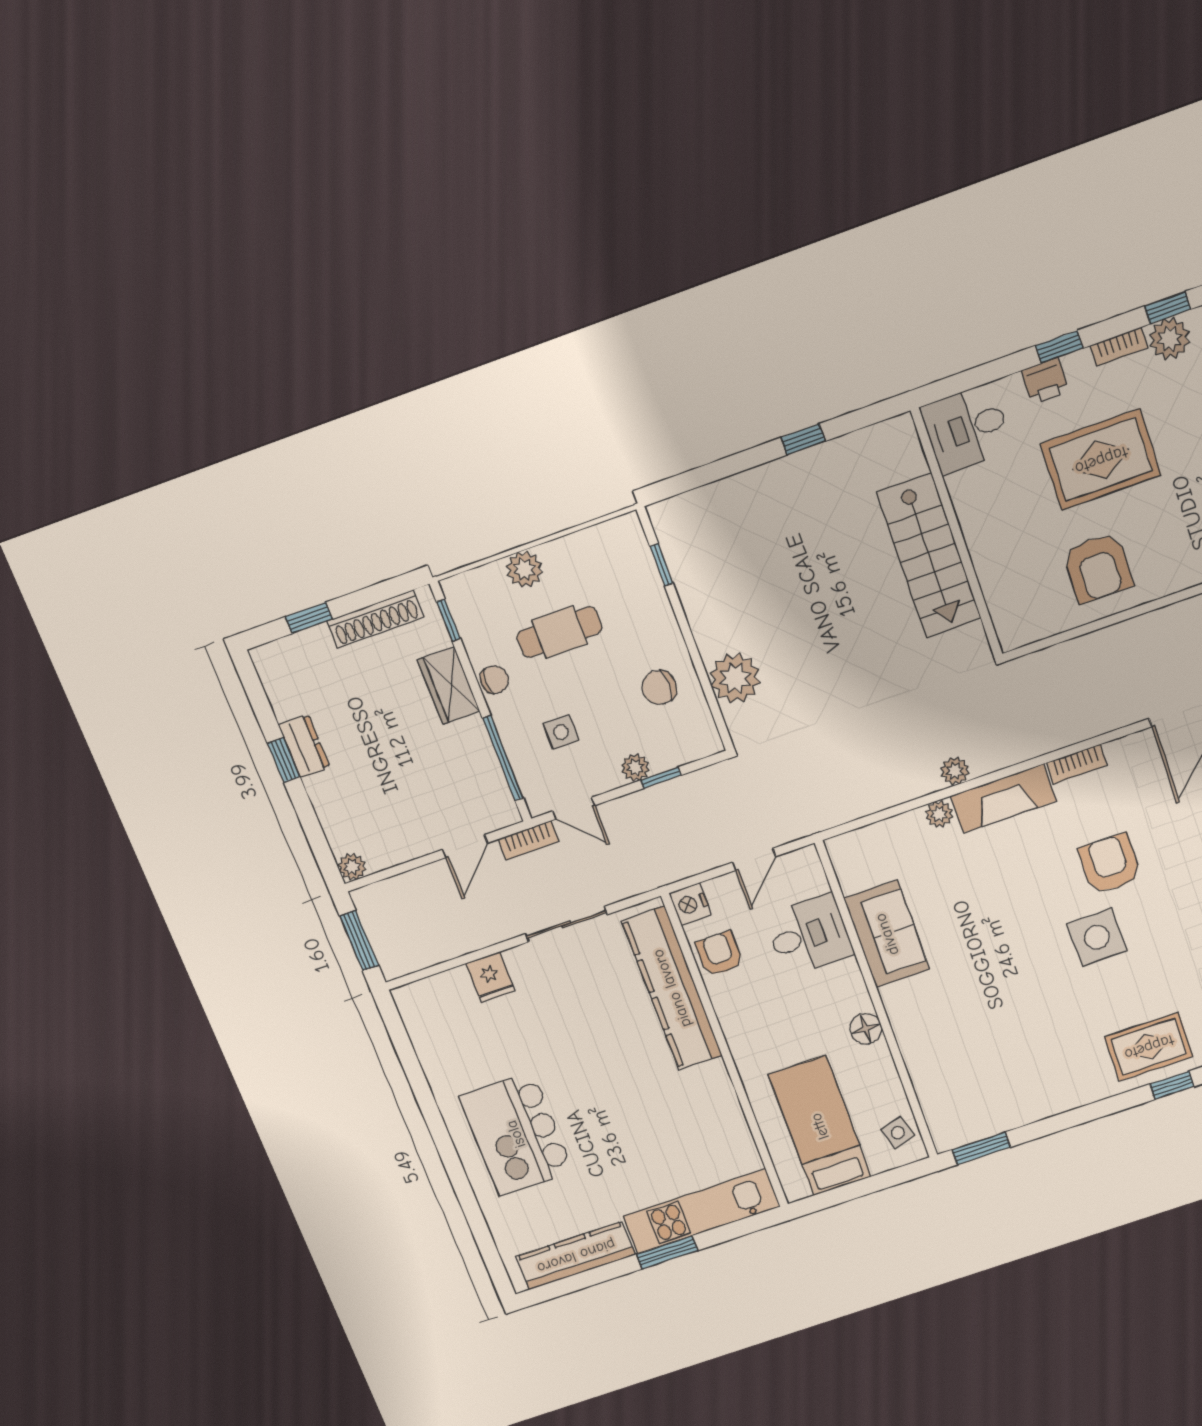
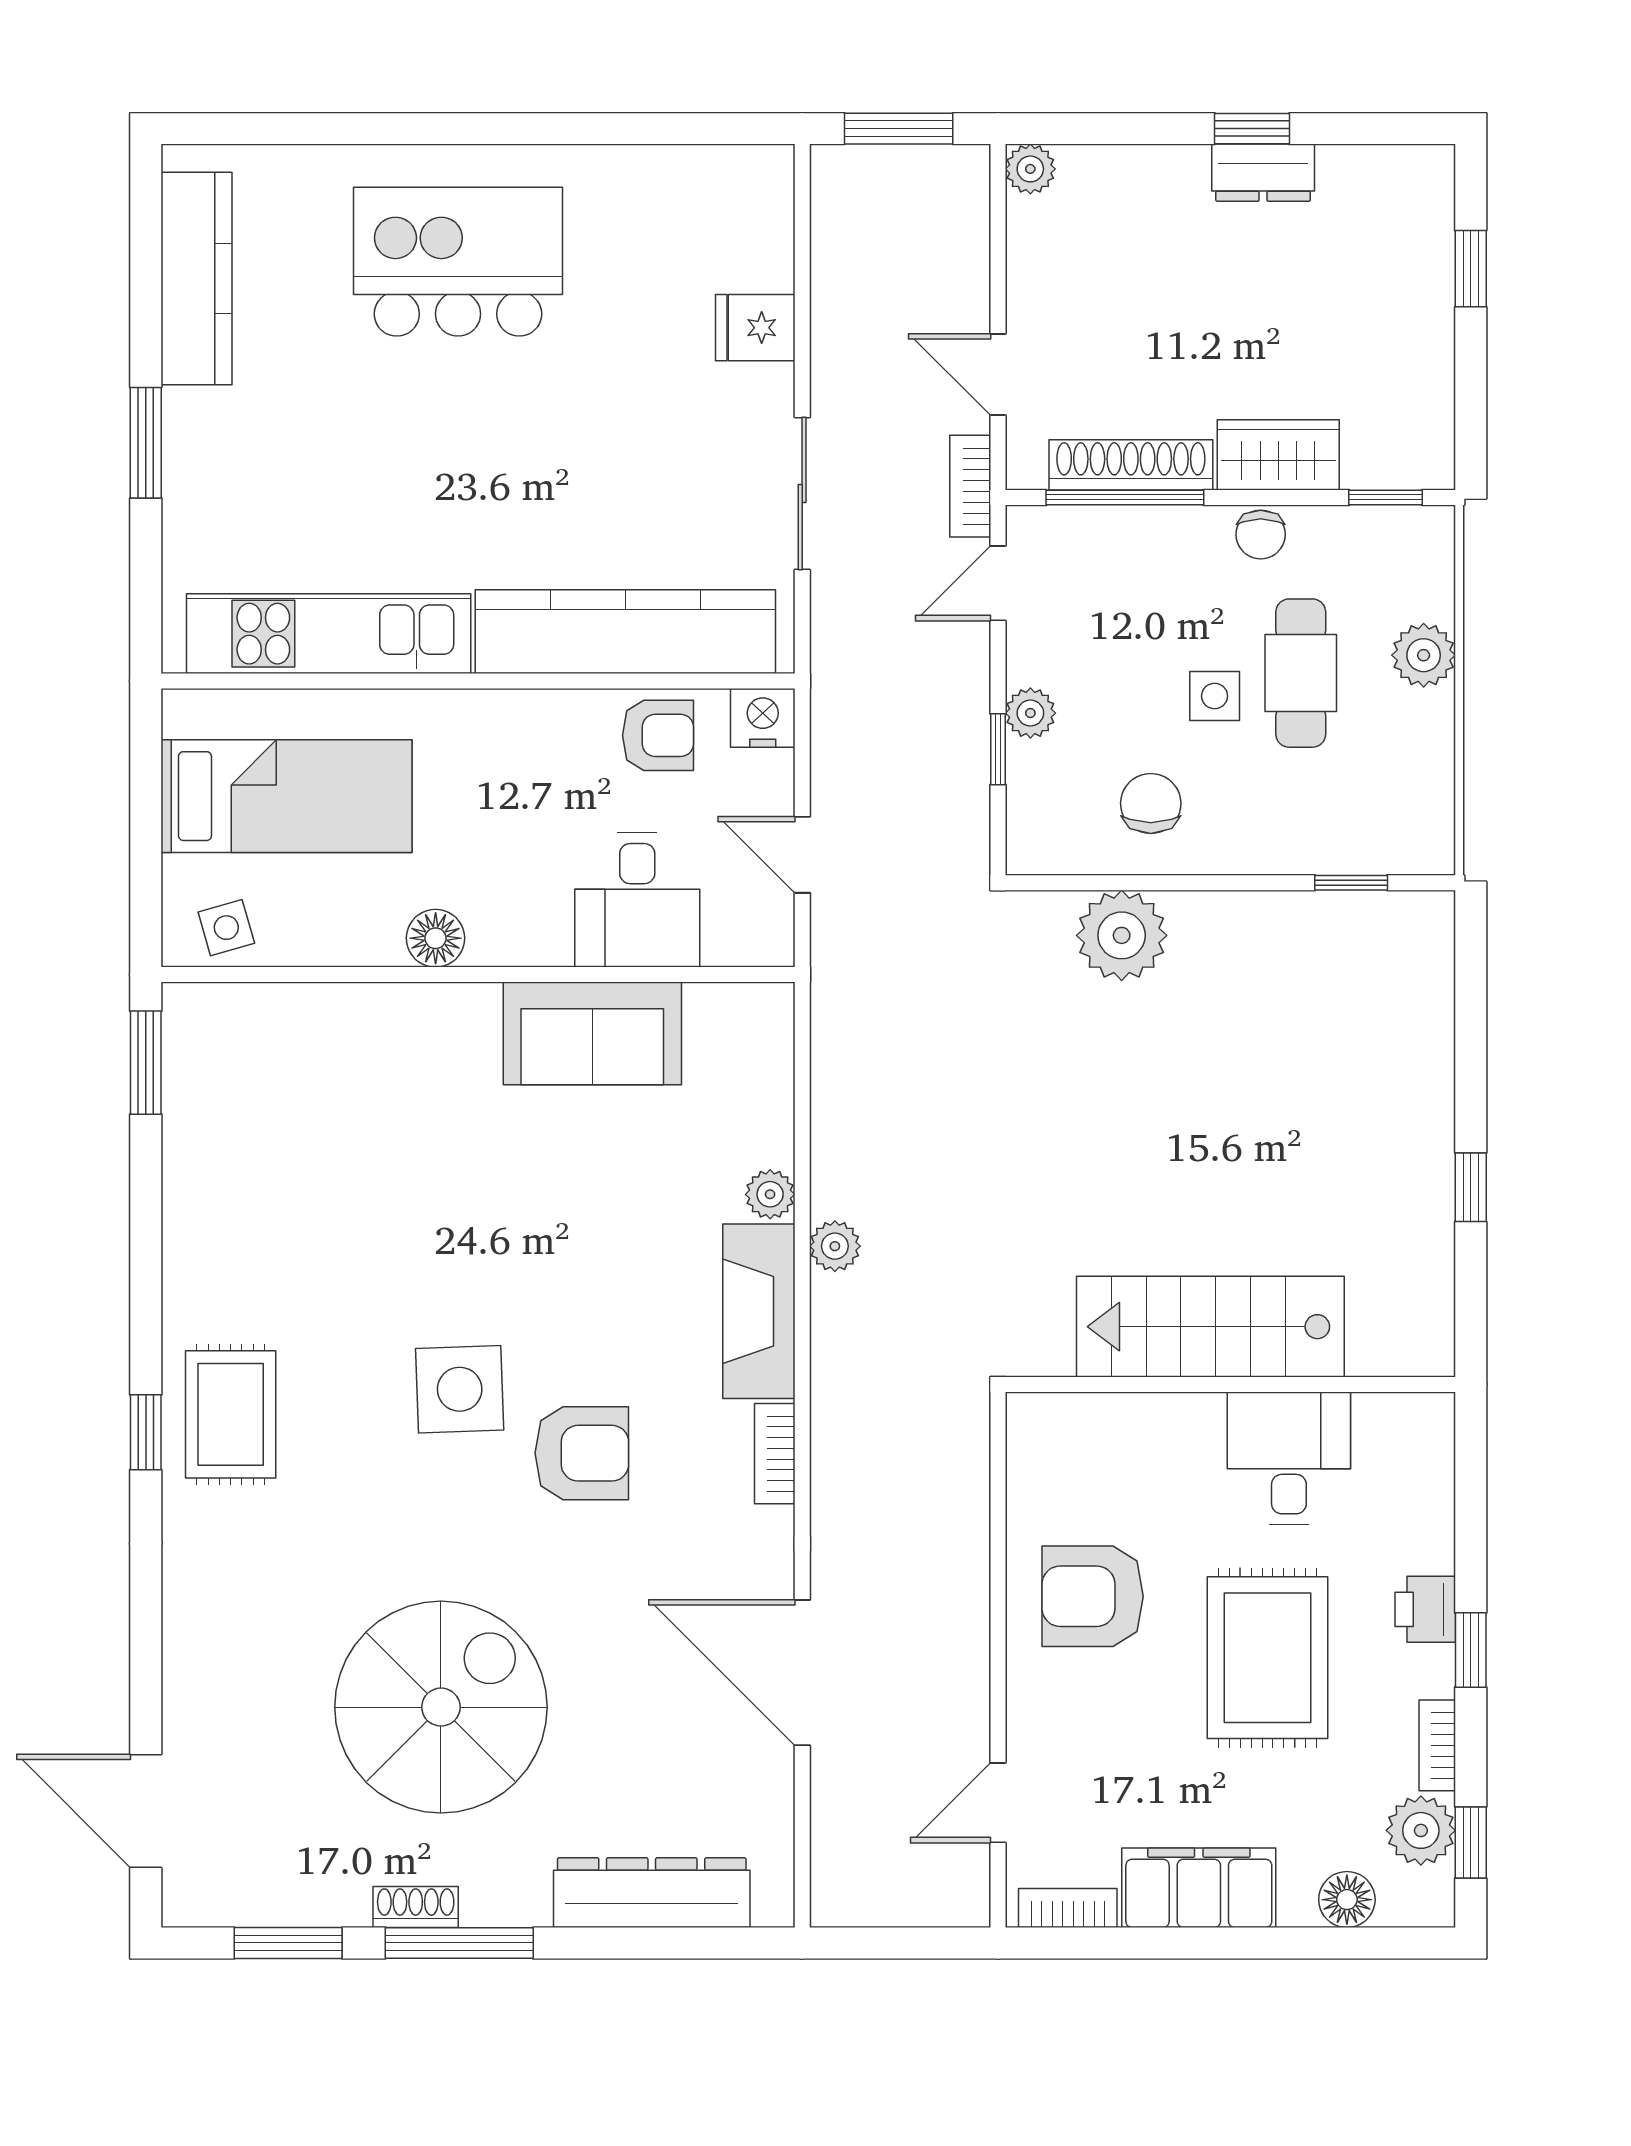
desk: (967, 429) -> (1289, 1458), moved
shoe rack: (375, 619) -> (1131, 465), moved, turned 90
side table: (561, 732) -> (1215, 696), moved
kitchen unit: (701, 1211) -> (329, 634), moved, turned -90

